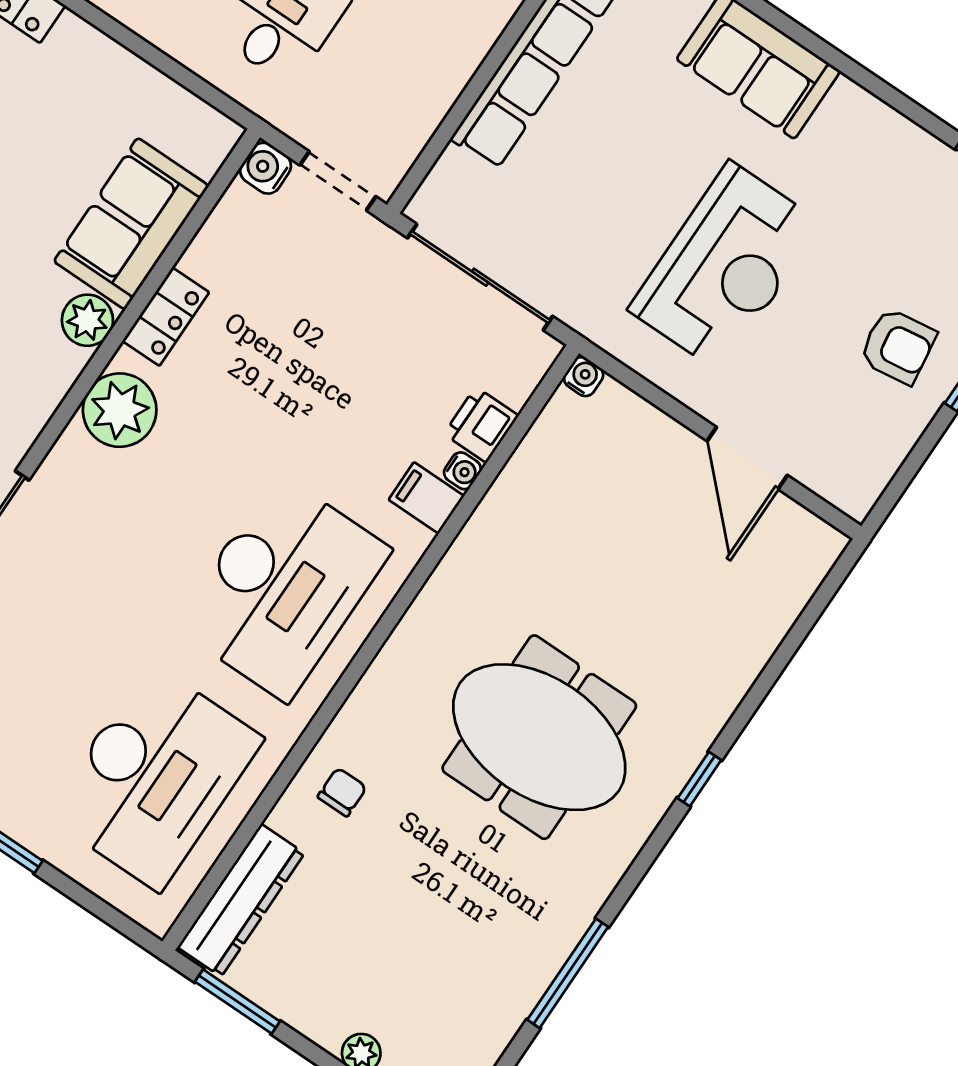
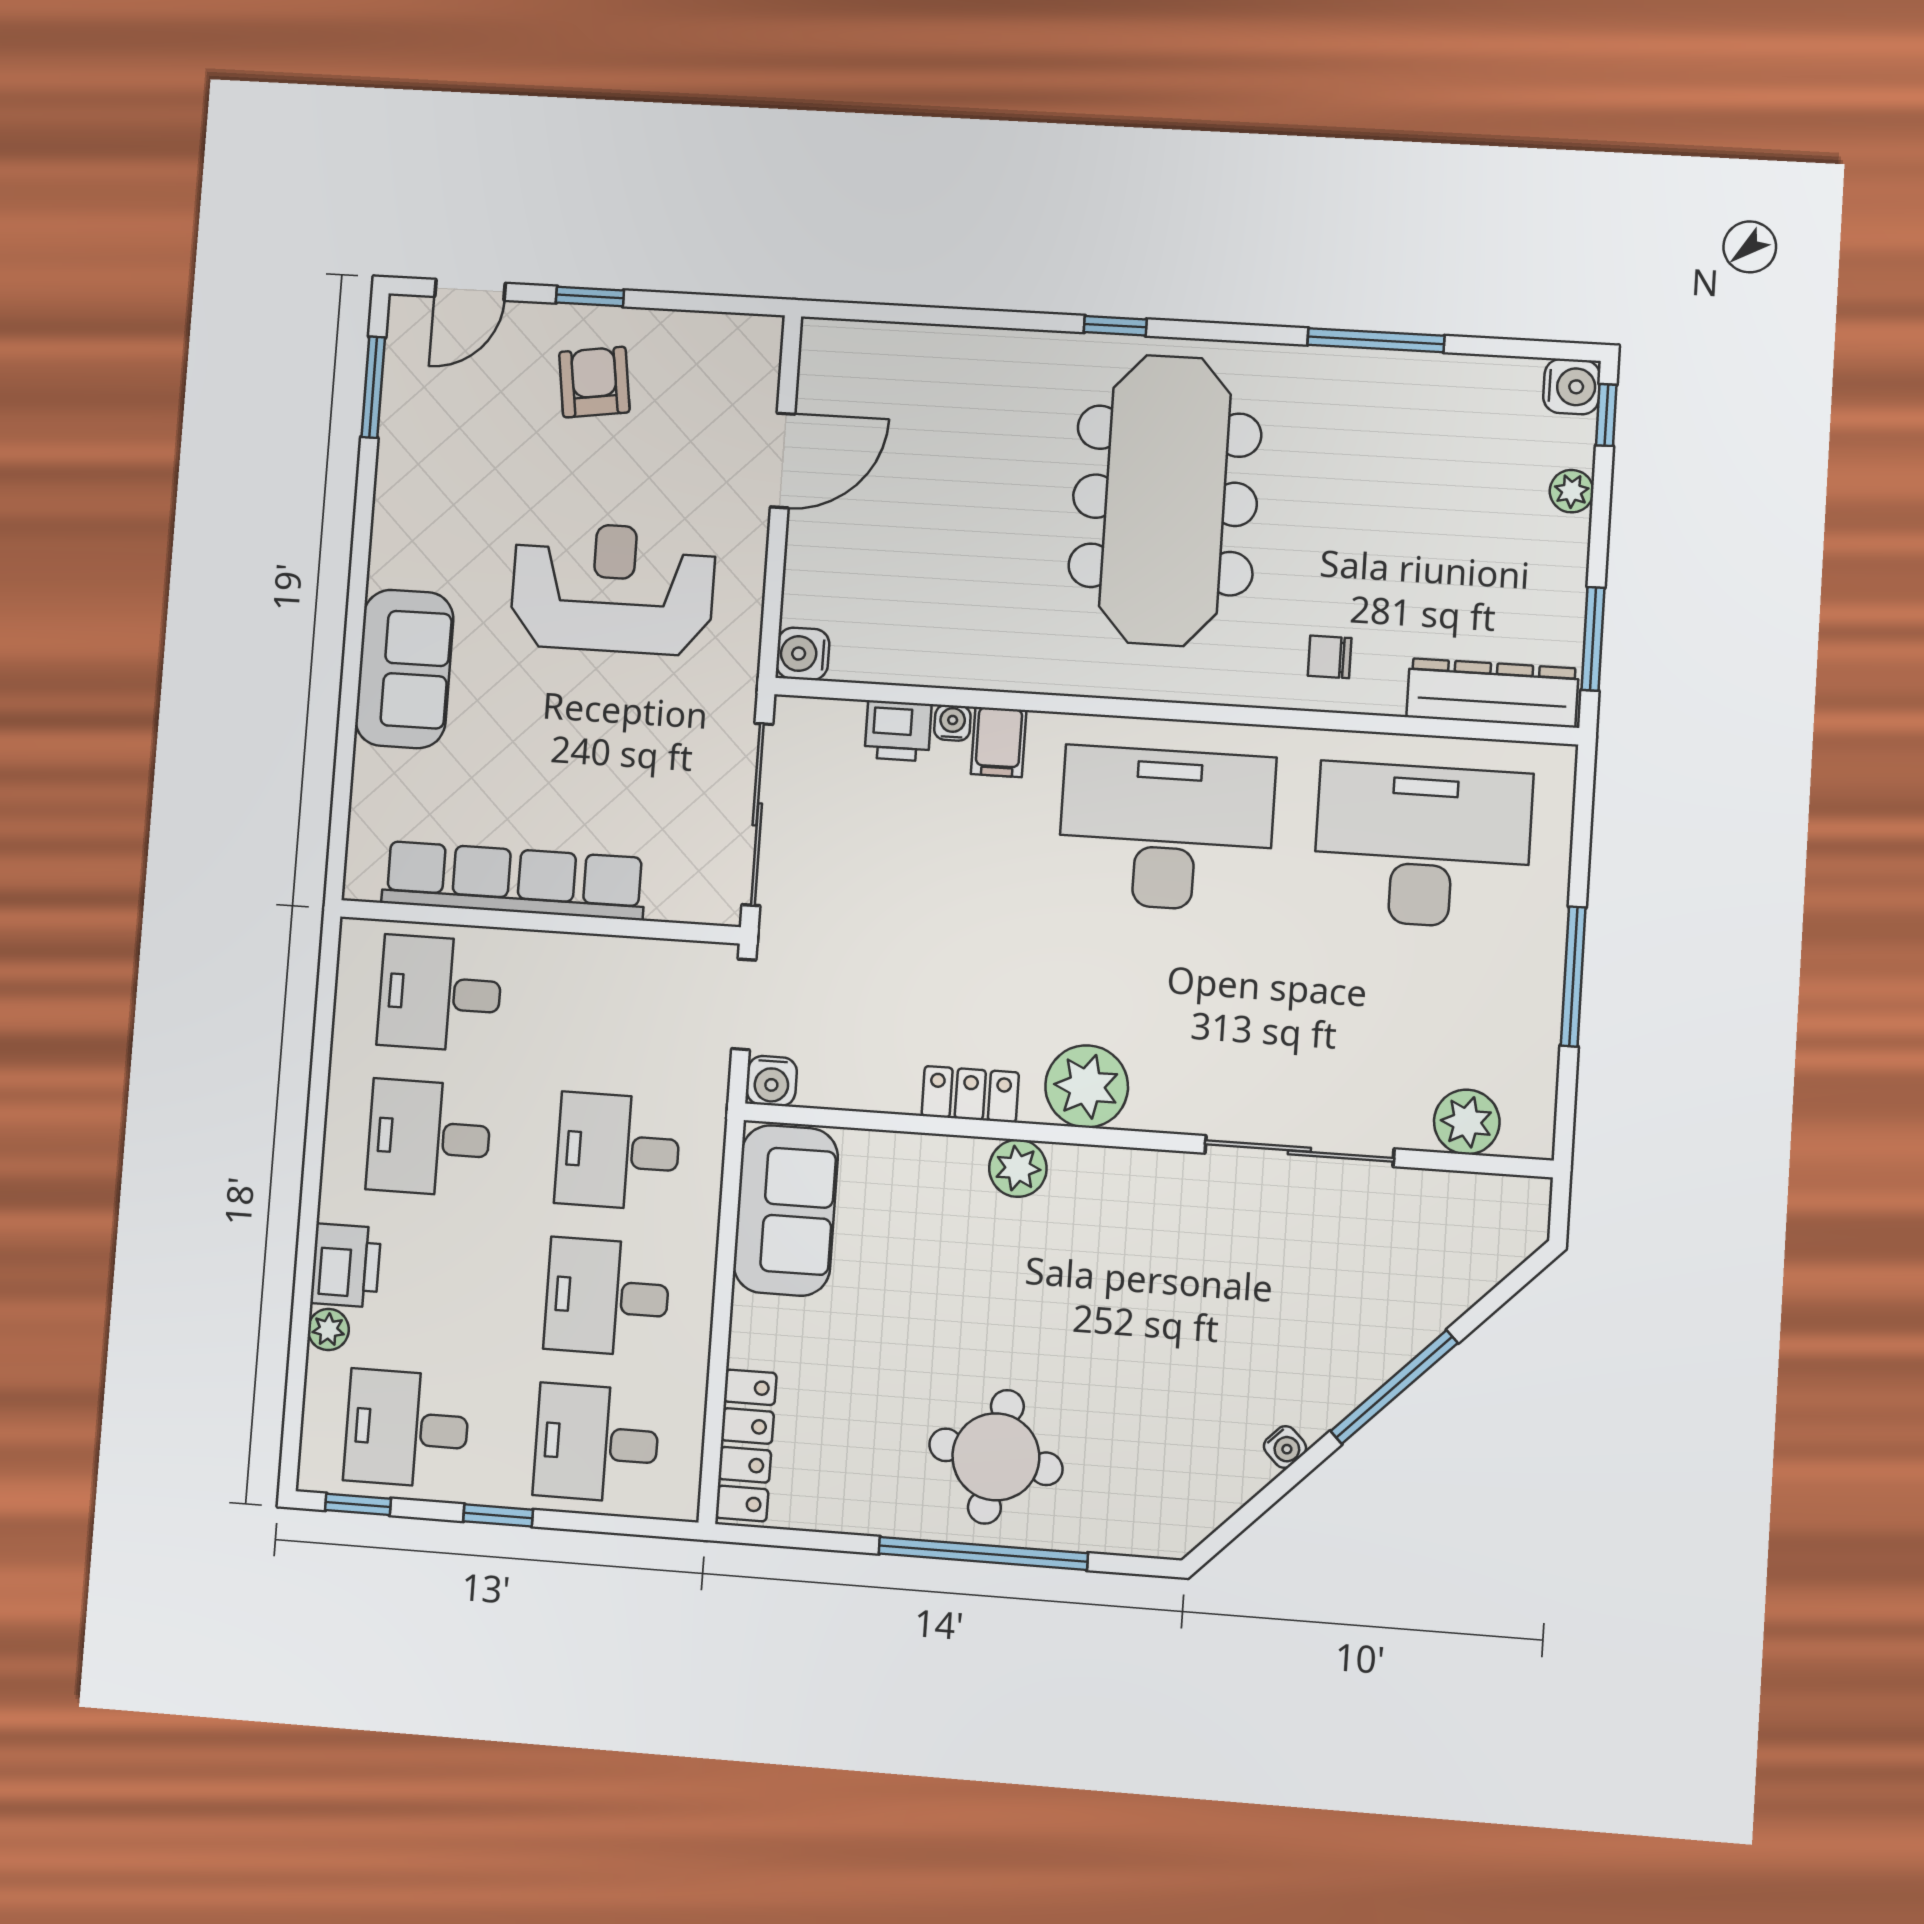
sofa: (131, 224) -> (786, 1210), moved, turned -90
water cooler: (584, 377) -> (803, 654), width x1.38, depth x1.38
meeting table: (539, 737) -> (1165, 500), width x1.36

